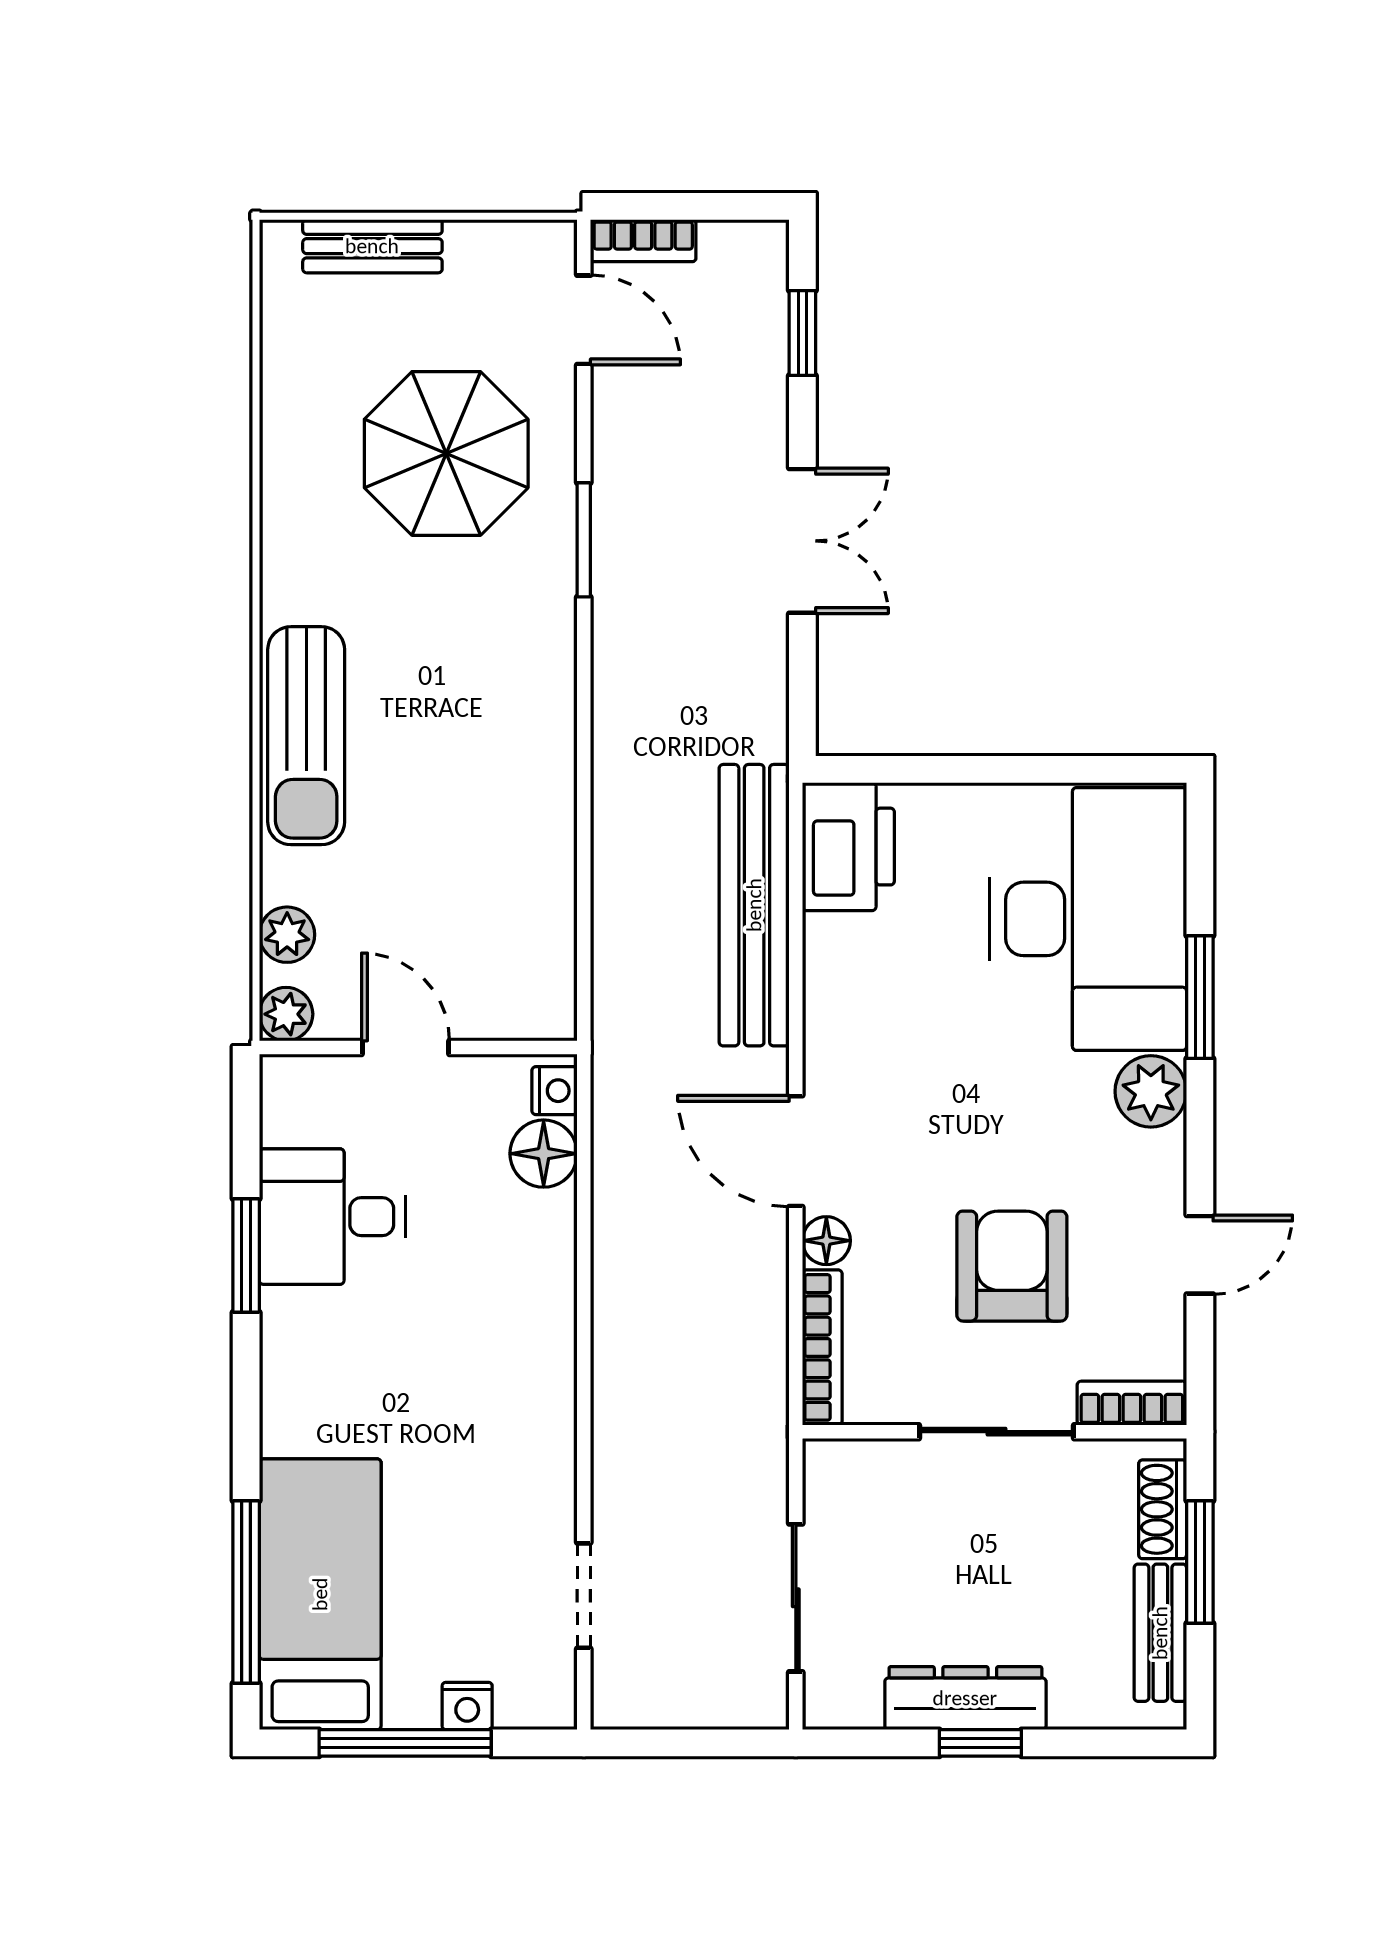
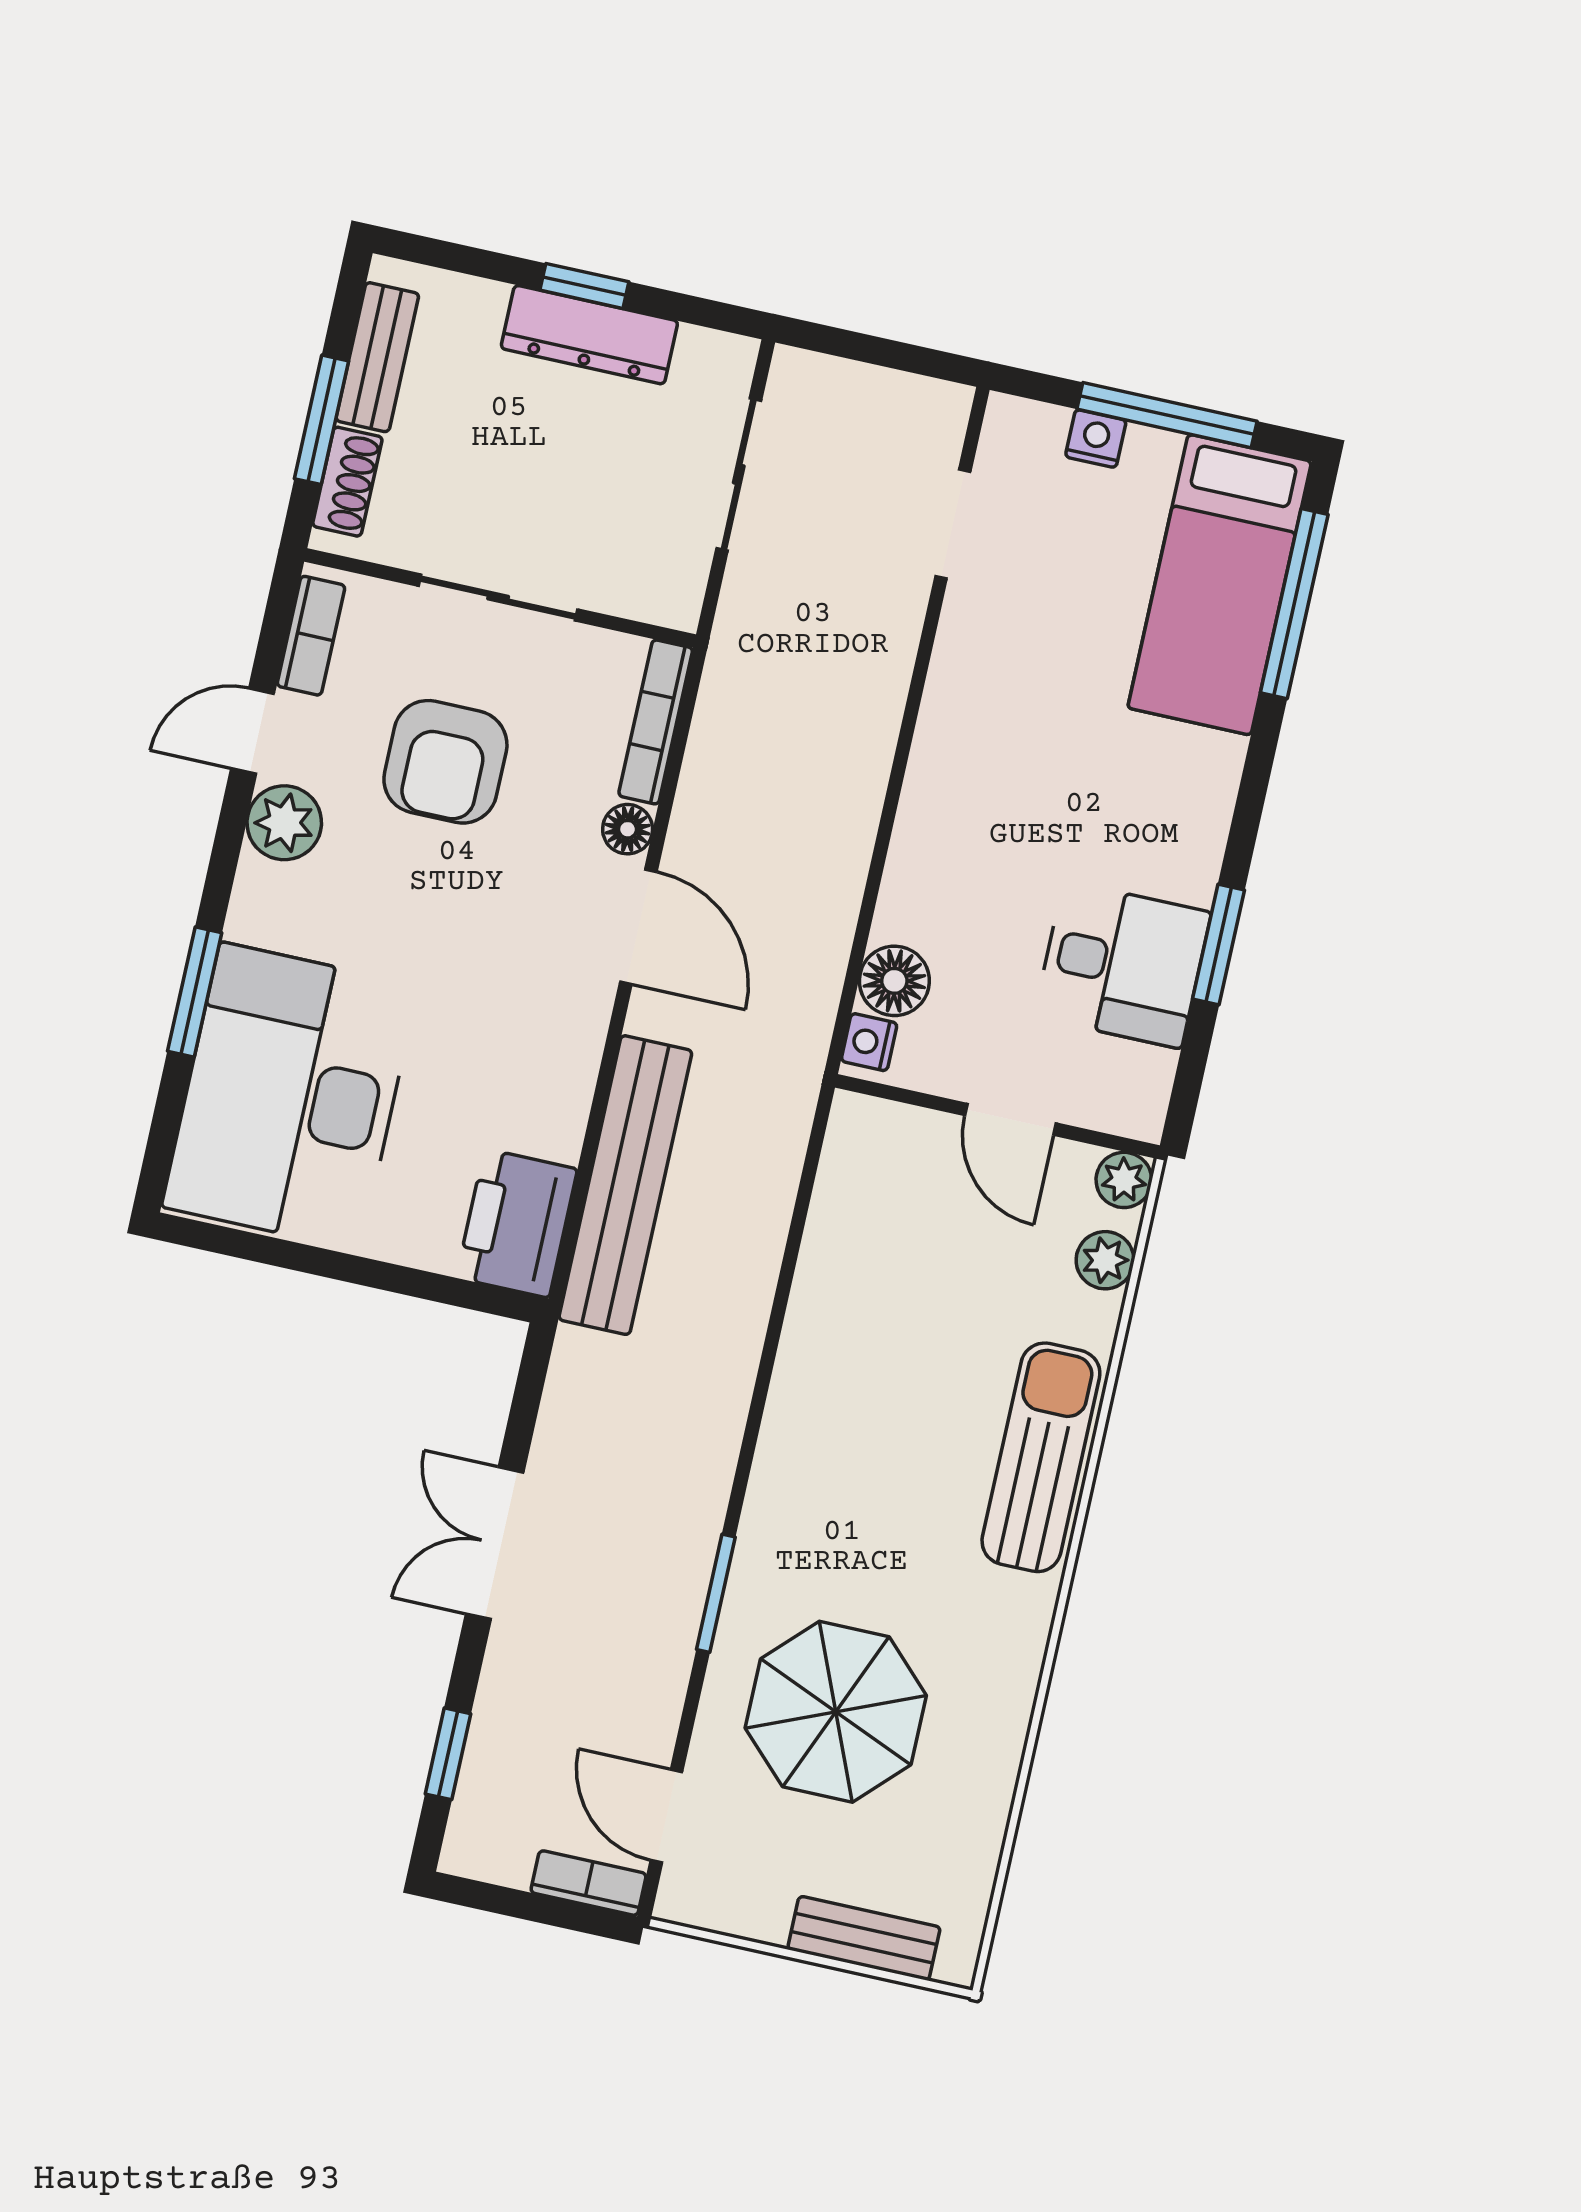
plant: (1151, 1091) -> (284, 823), moved
bookcase: (1132, 1403) -> (311, 636), moved, turned -90

